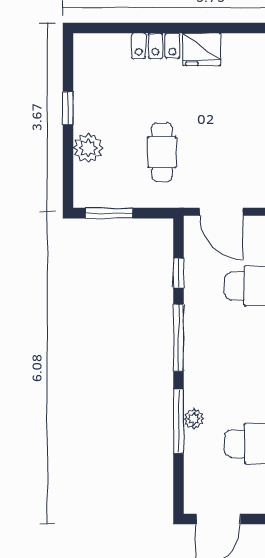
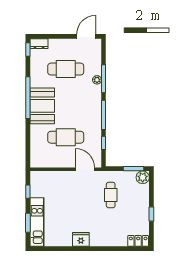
locker: (155, 46) -> (138, 241), moved
fridge: (202, 49) -> (81, 239), moved
plant: (88, 148) -> (143, 177), moved

